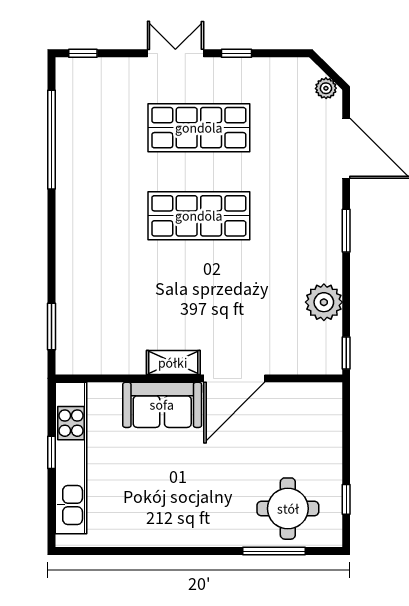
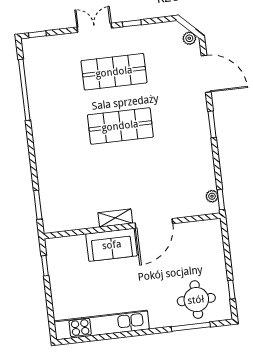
plant: (324, 302) -> (212, 196), moved, width x0.53, depth x0.53
window: (52, 452) -> (45, 266), moved
kitchen unit: (71, 458) -> (102, 325), moved, turned -90

